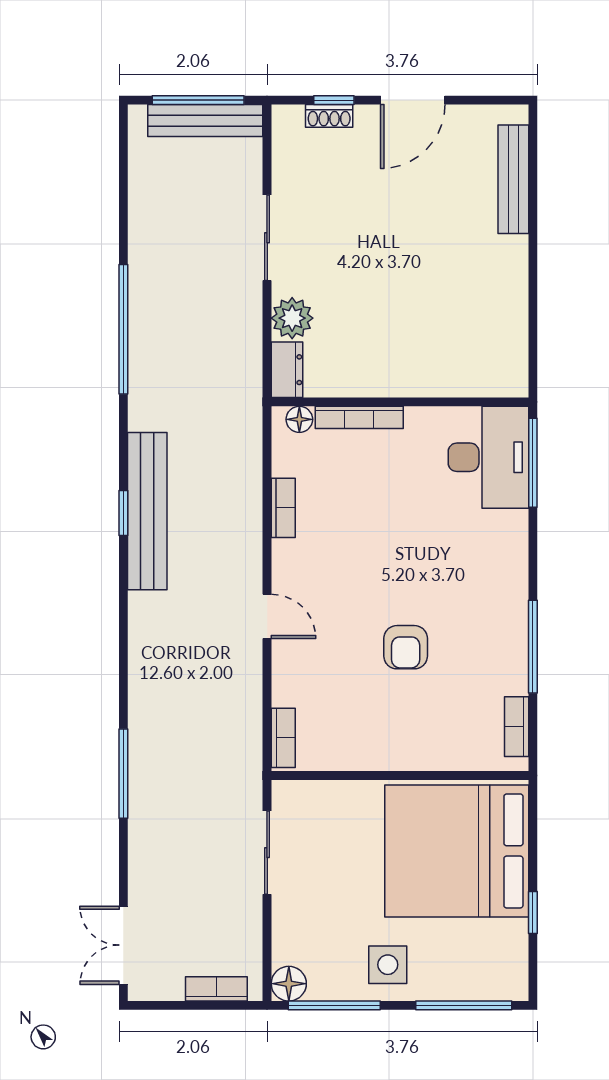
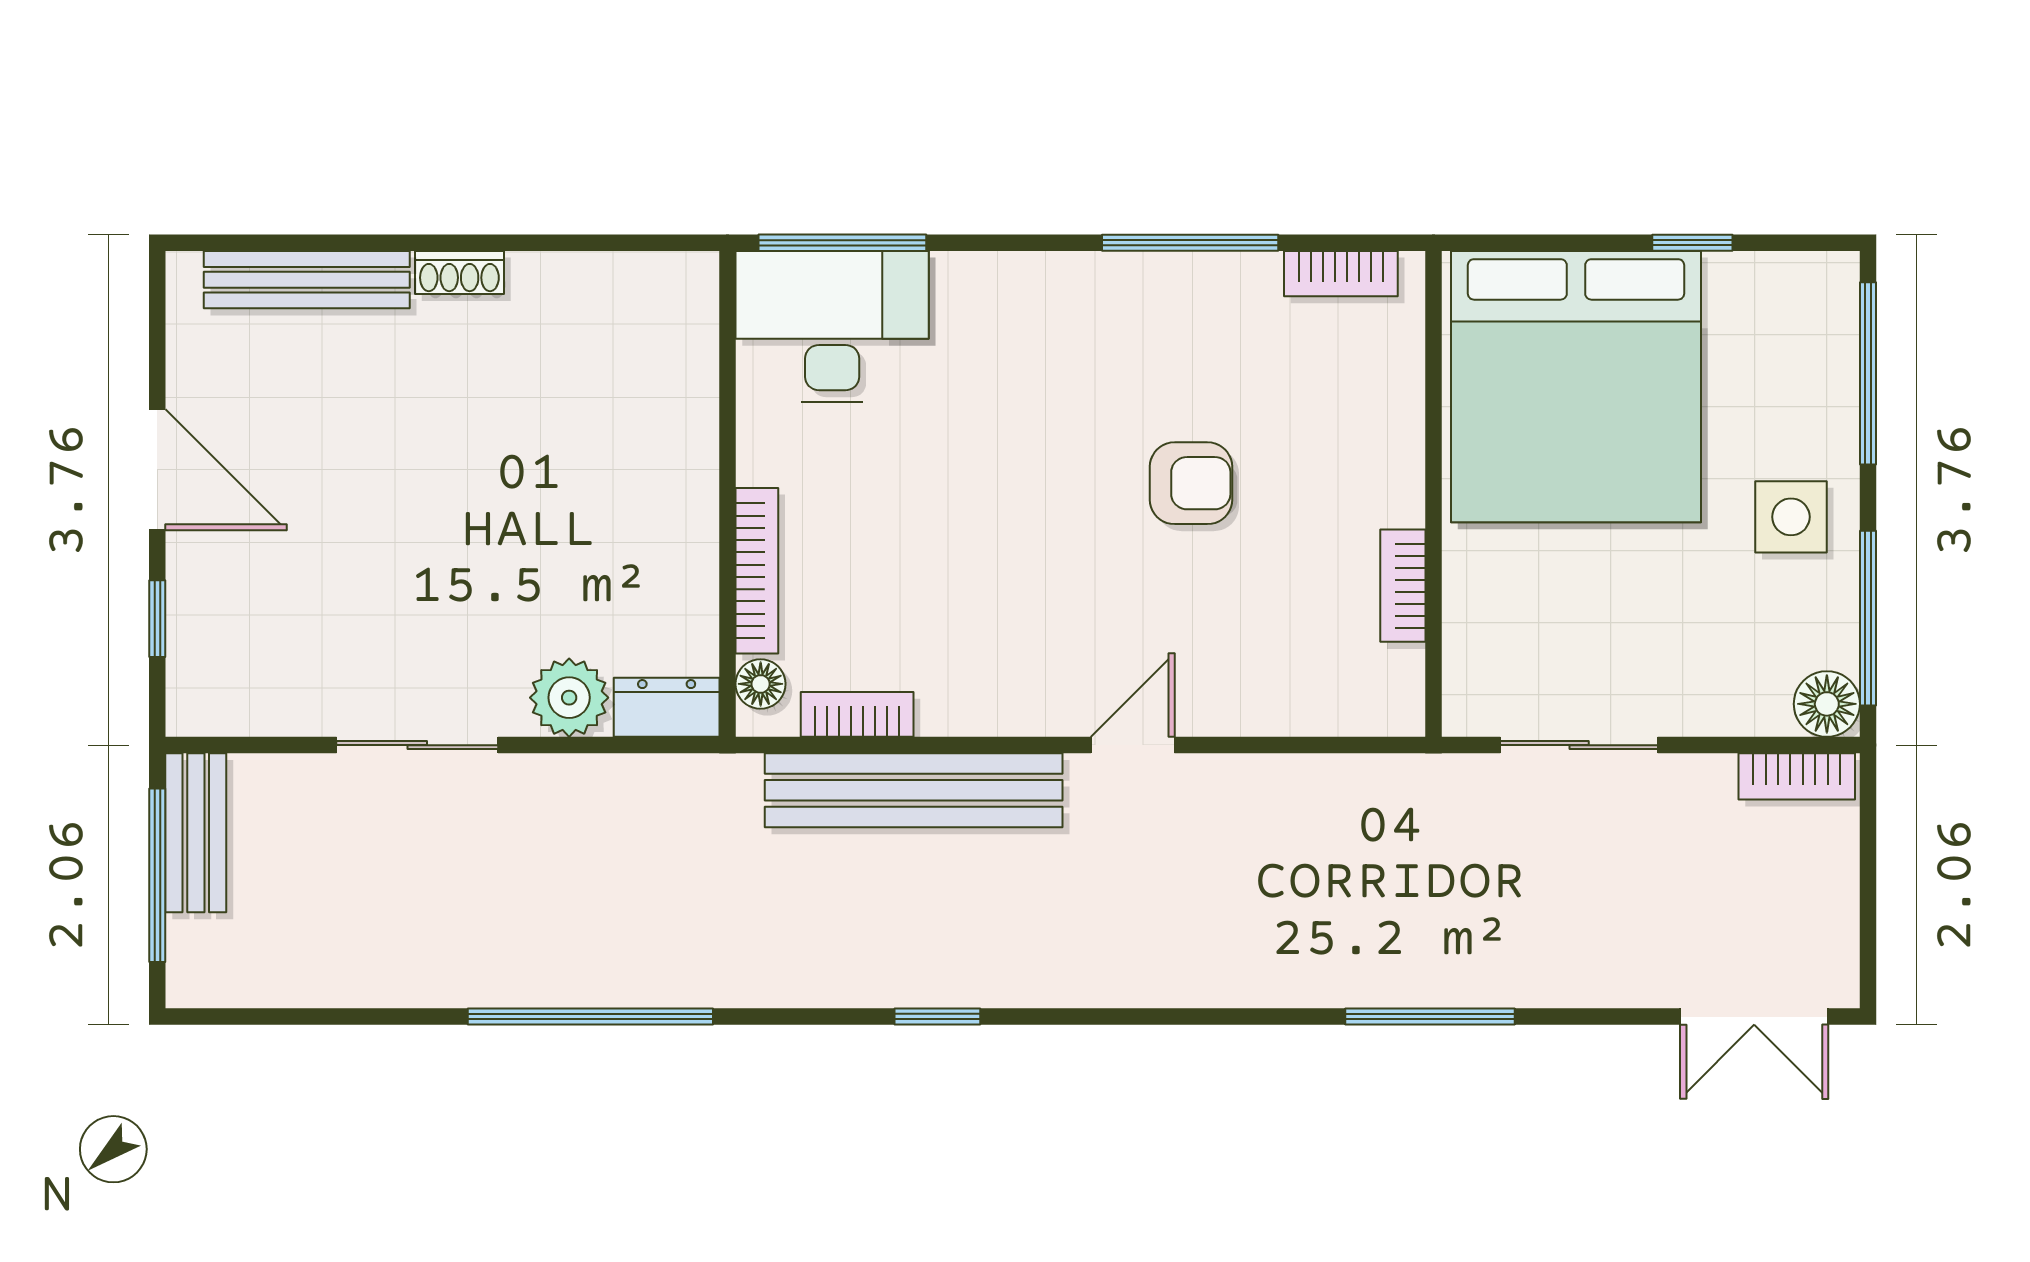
shoe rack: (329, 116) -> (459, 272), moved, turned 90
bench: (205, 121) -> (196, 833), width x0.73
bookcase: (283, 508) -> (857, 714), moved
bench: (147, 511) -> (914, 790), moved
bookcase: (283, 738) -> (1403, 586), moved, turned -90
bookcase: (216, 989) -> (1797, 776), moved, turned -90

